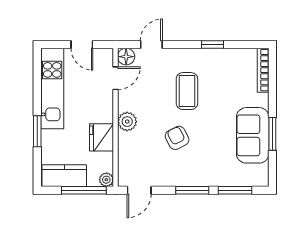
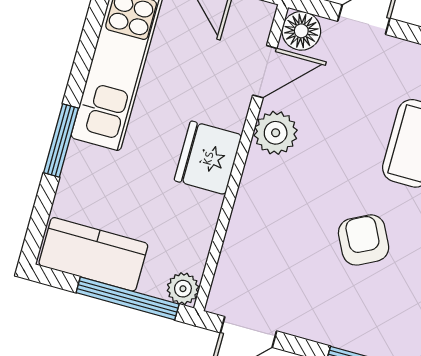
plant: (127, 122) -> (276, 133), moved
fridge: (102, 137) -> (208, 158), moved

